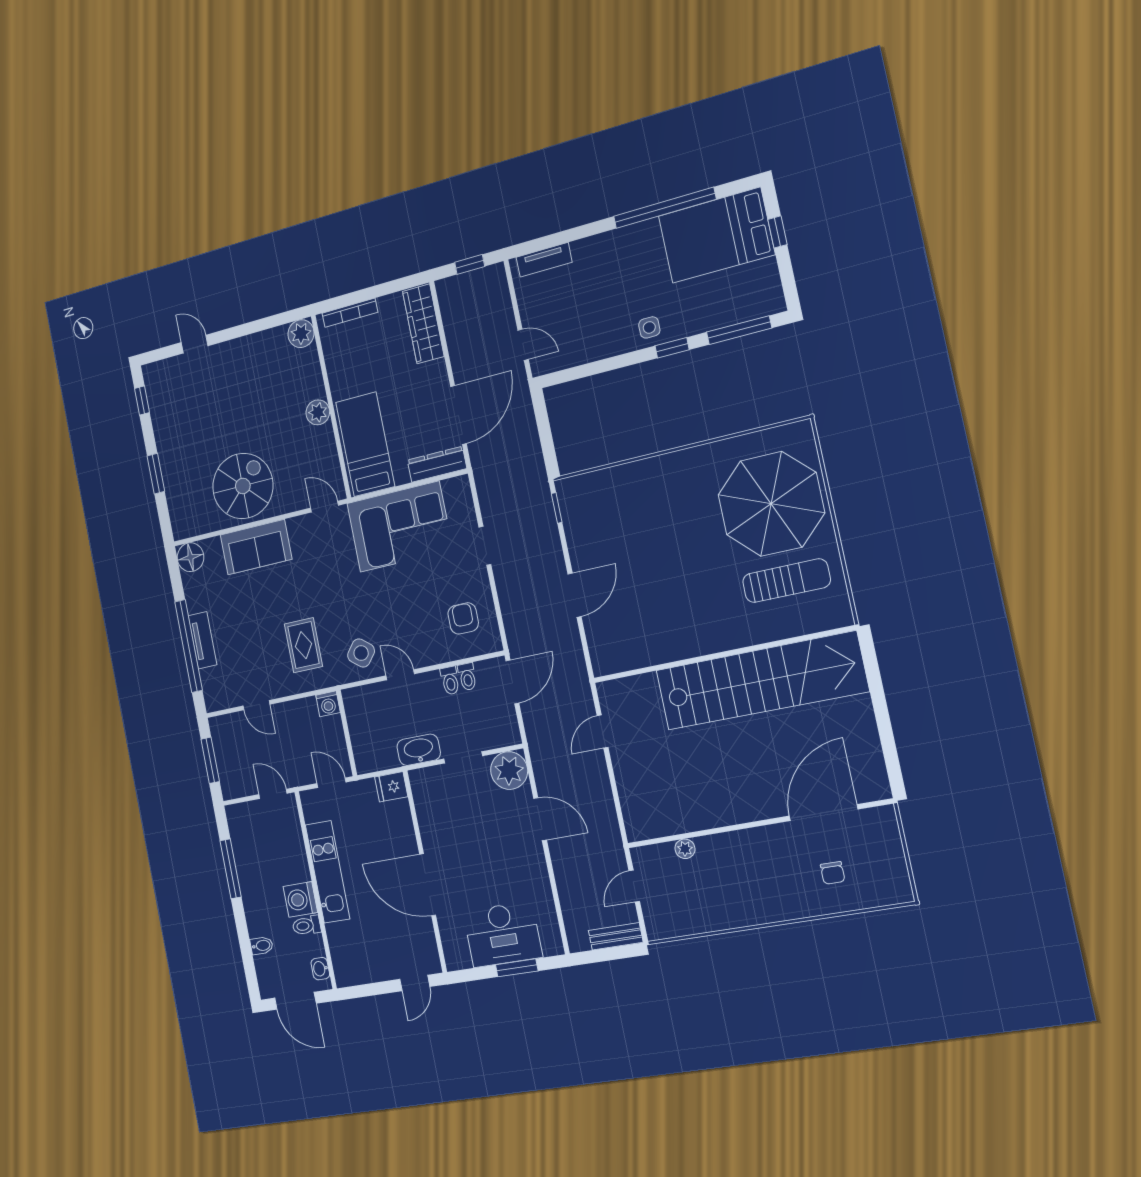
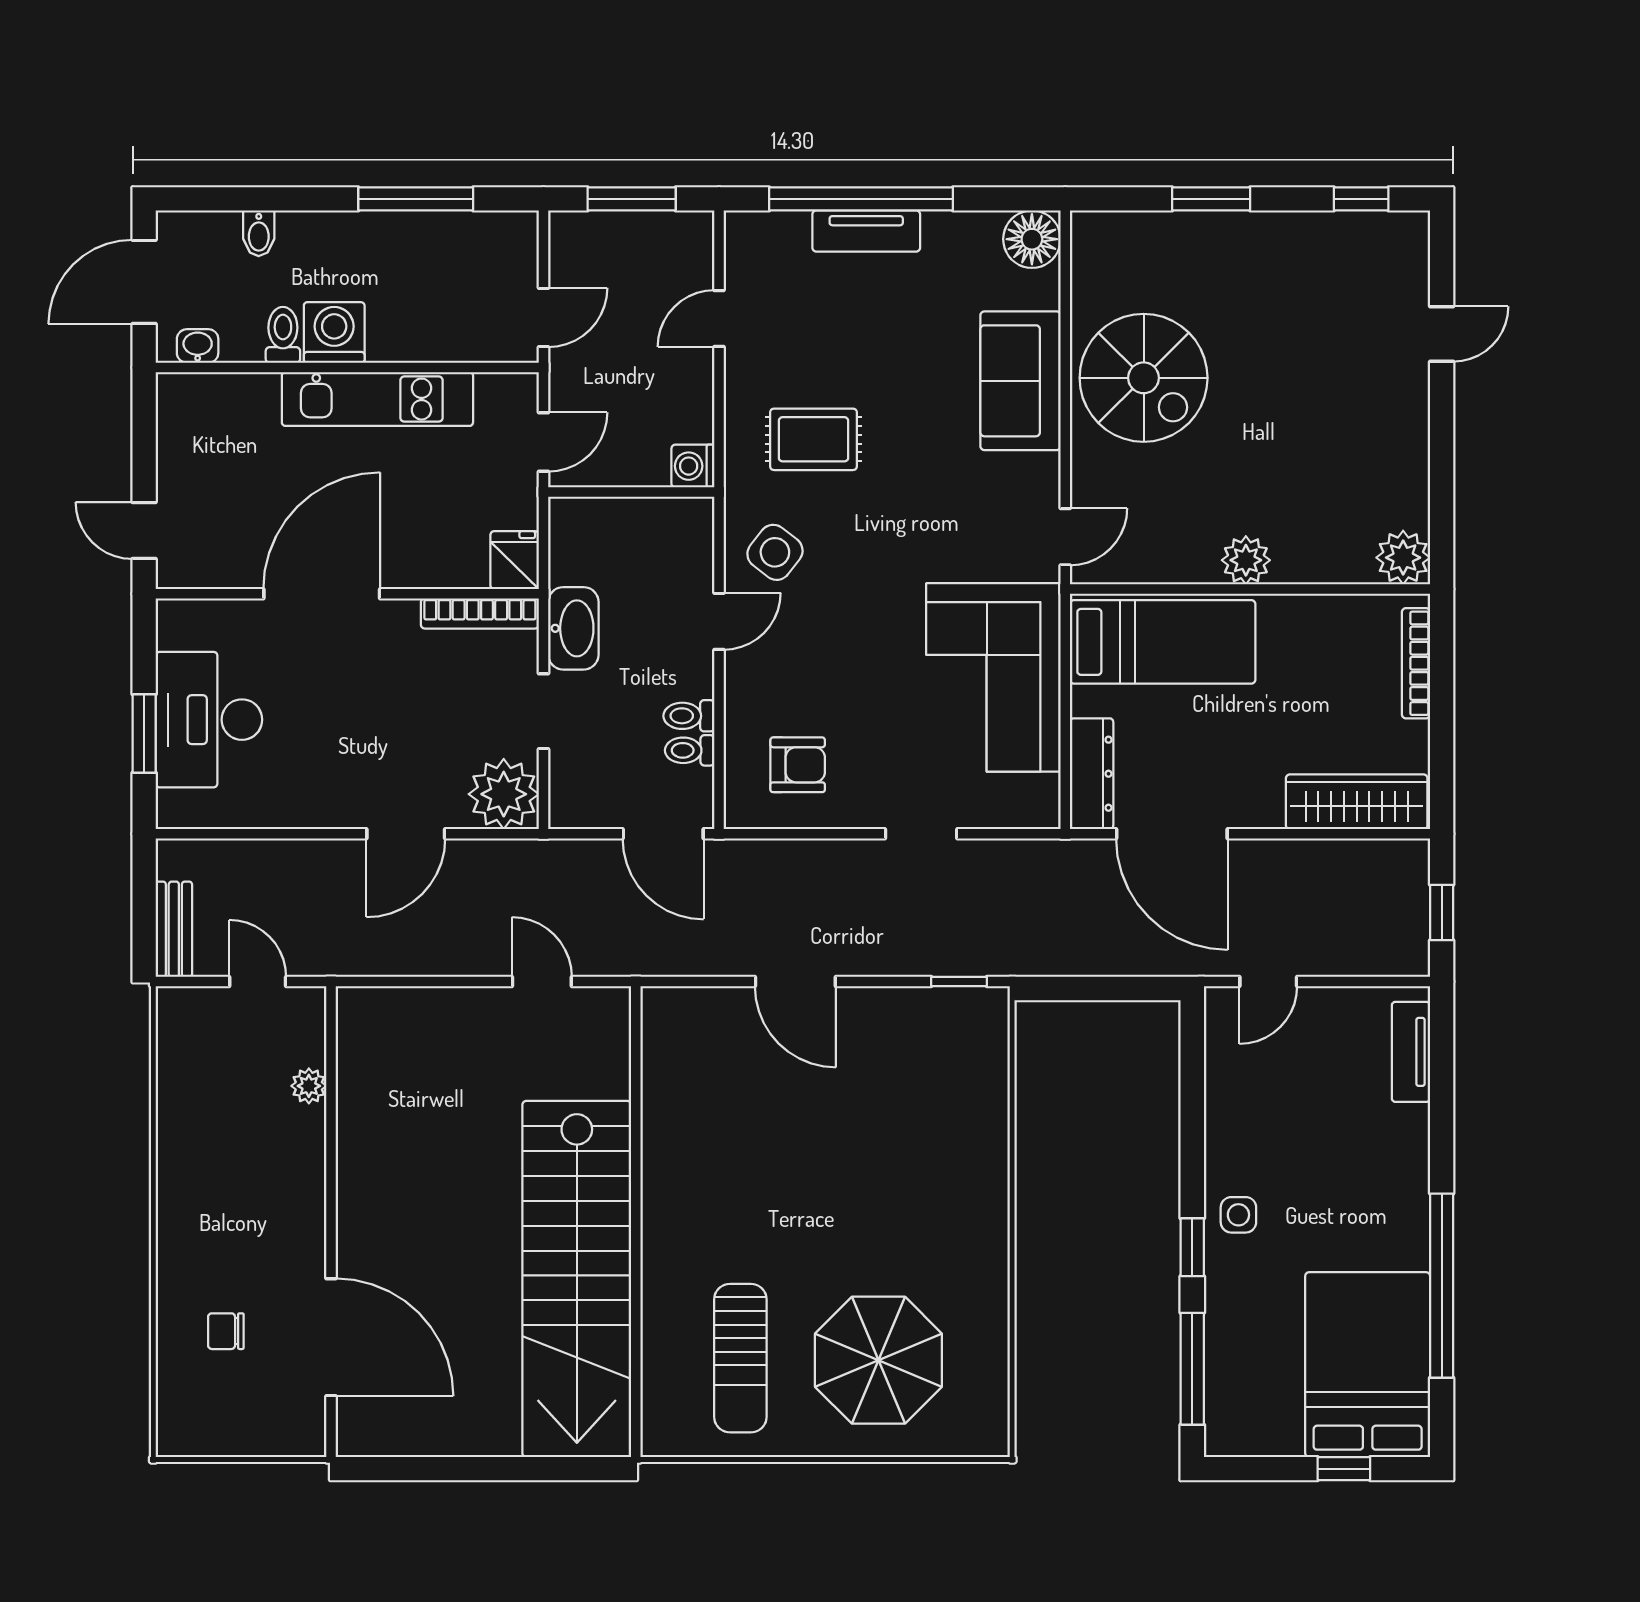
parasol: (771, 504) -> (878, 1360), width x0.73, depth x0.73
bookcase: (421, 800) -> (480, 613), added

